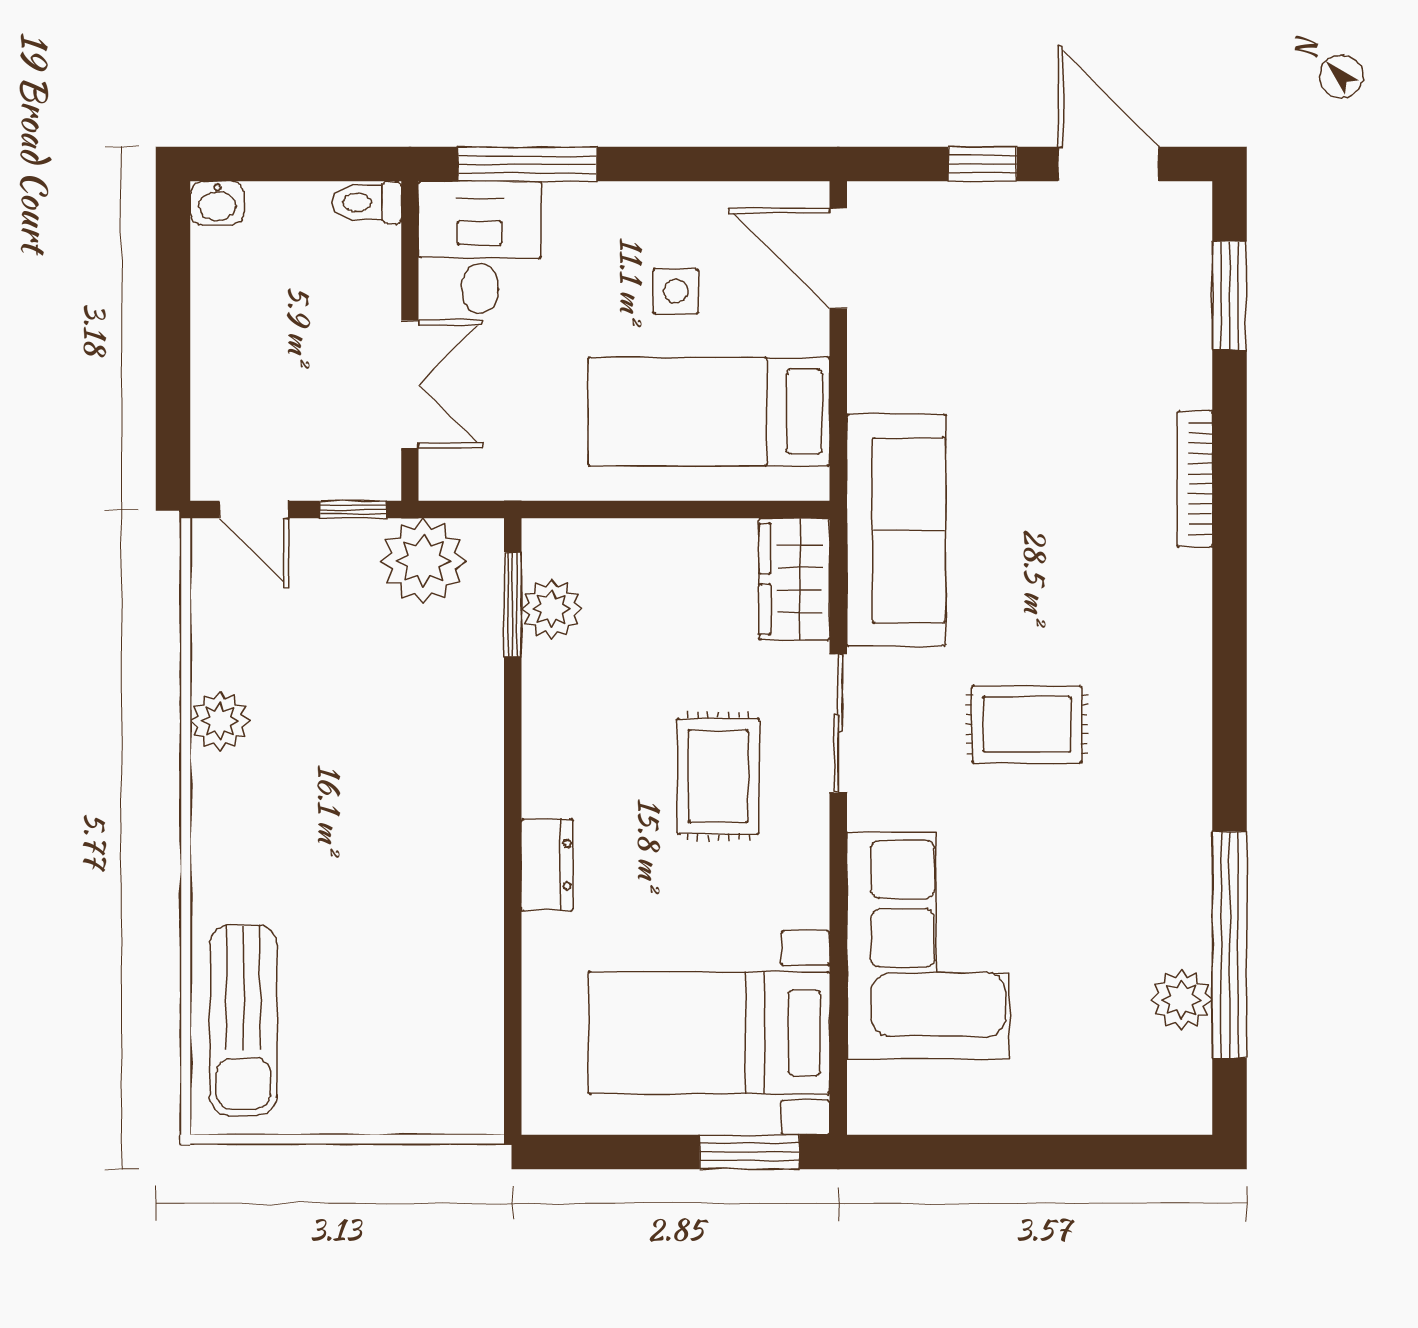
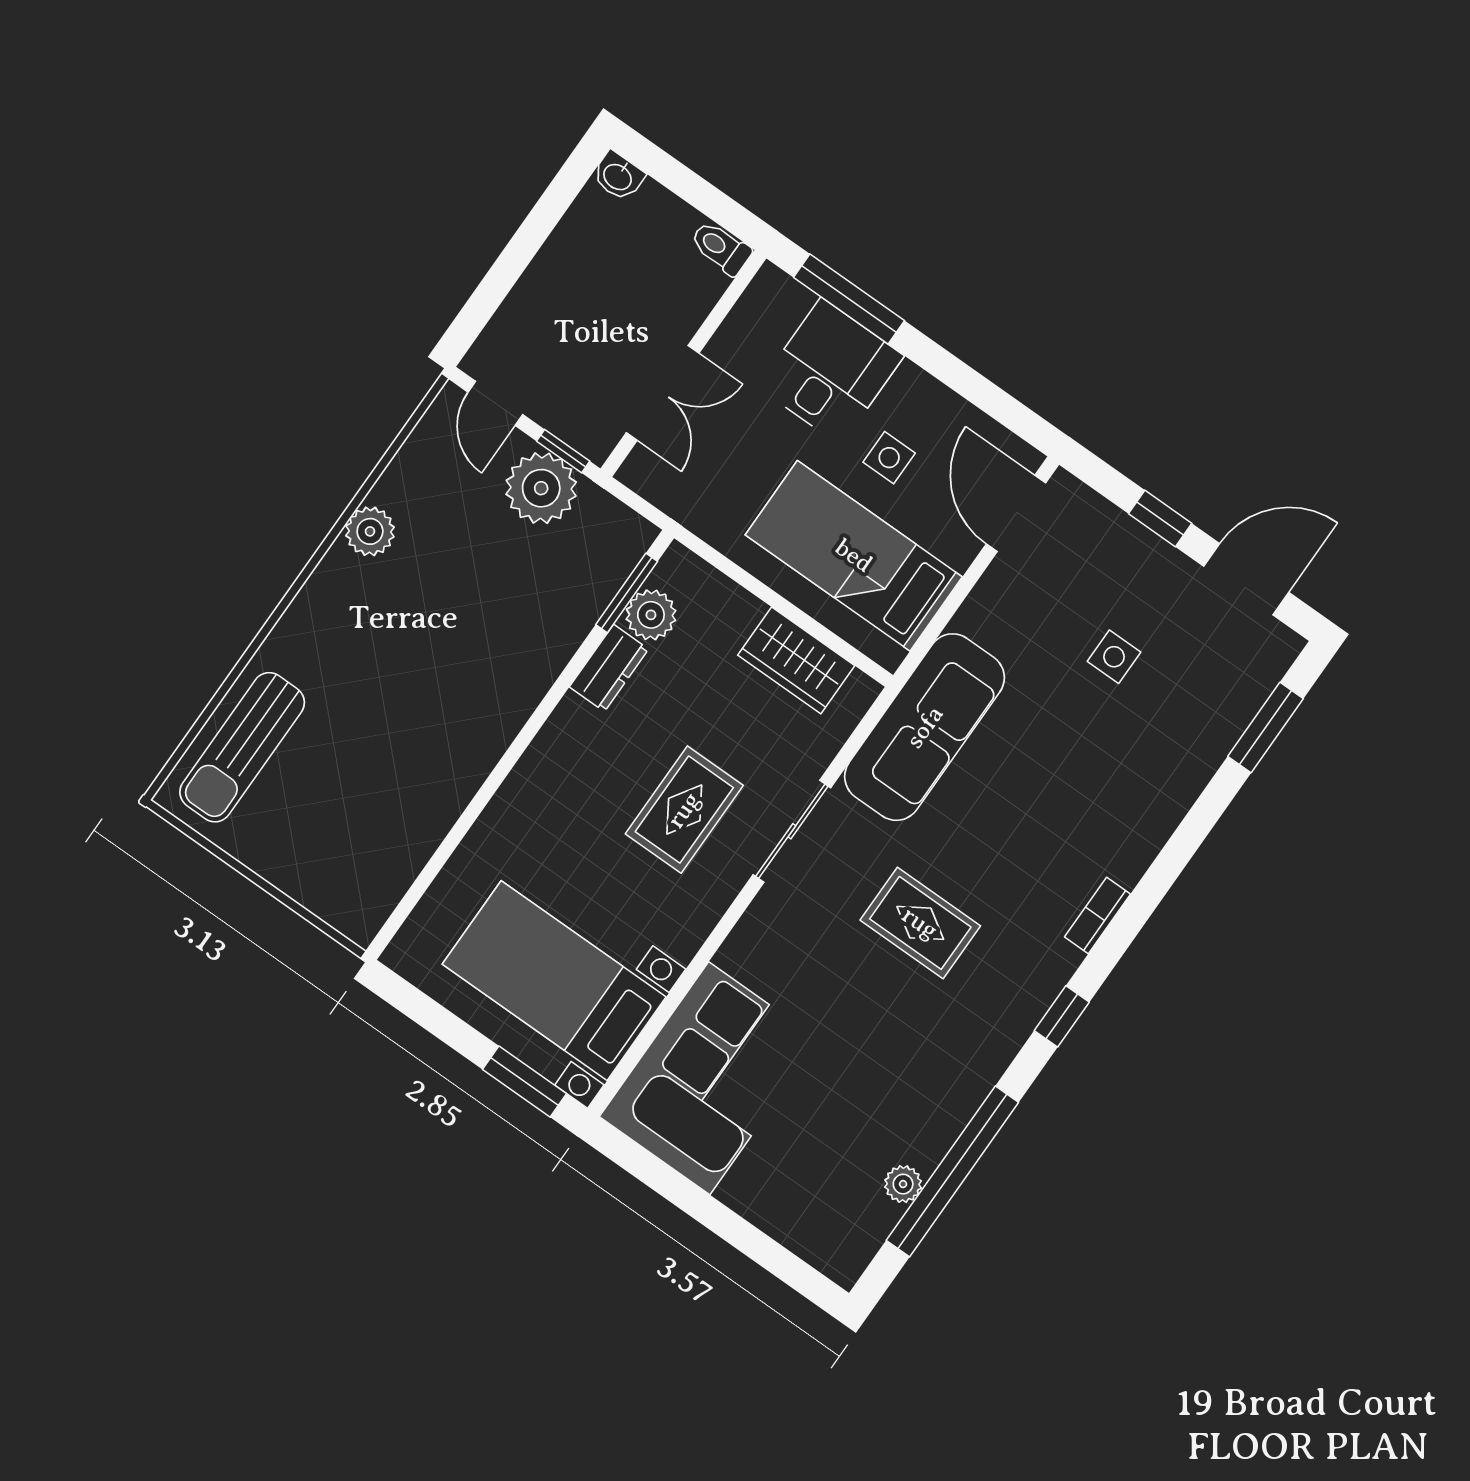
door: (1108, 164) -> (1246, 579), hinge flipped
desk: (480, 247) -> (831, 371), moved
side table: (1033, 331) -> (1114, 657), added
bookcase: (1195, 479) -> (1097, 915), moved, width x0.64
plant: (423, 561) -> (541, 488), moved
wardrobe: (794, 579) -> (796, 660), moved, turned -90
window: (1229, 718) -> (1062, 1016), added
dresser: (547, 865) -> (609, 668), moved
corner sofa: (928, 946) -> (709, 1078), moved
plant: (1182, 1000) -> (903, 1184), width x0.73, depth x0.73

